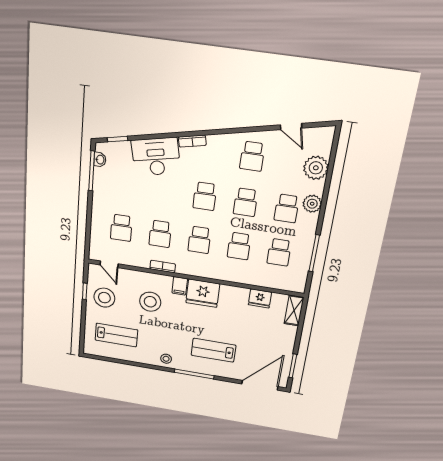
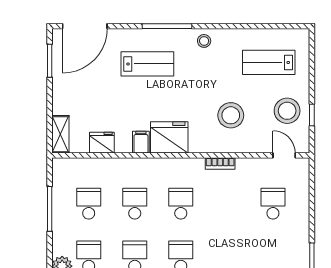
school desk: (160, 234) -> (227, 204), removed
filing cabinet: (180, 286) -> (141, 142), moved

